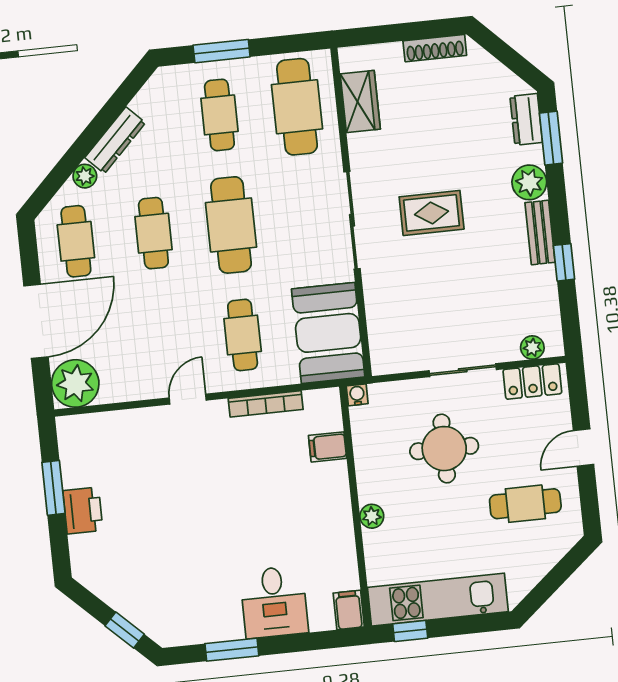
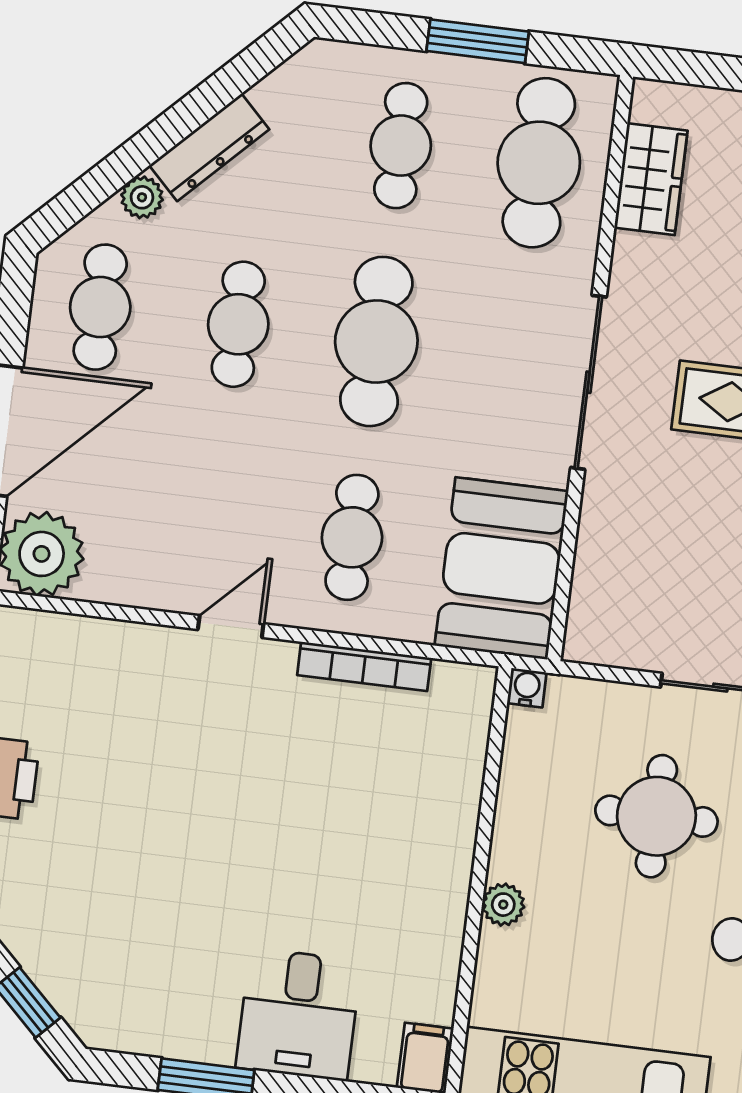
window: (222, 51) -> (478, 41), moved
filing cabinet: (328, 447) -> (454, 766), removed

